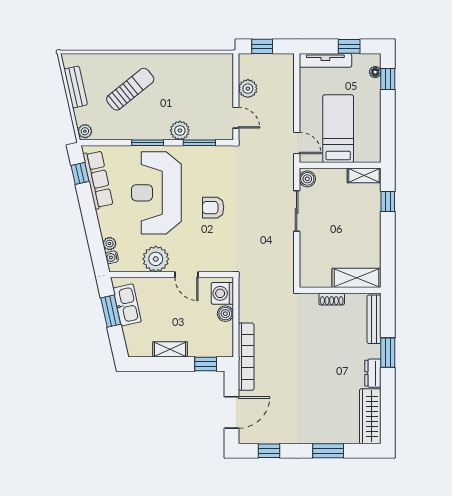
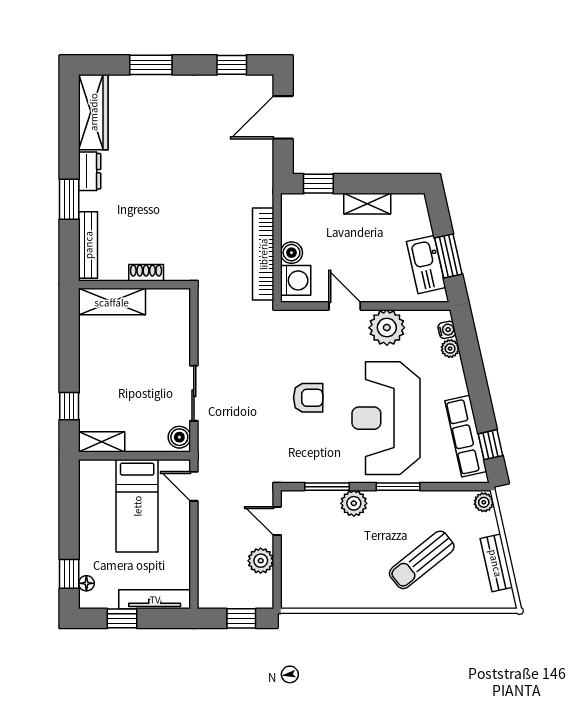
reception desk: (156, 193) -> (386, 418), turned 180
bookcase: (246, 357) -> (263, 254), moved

